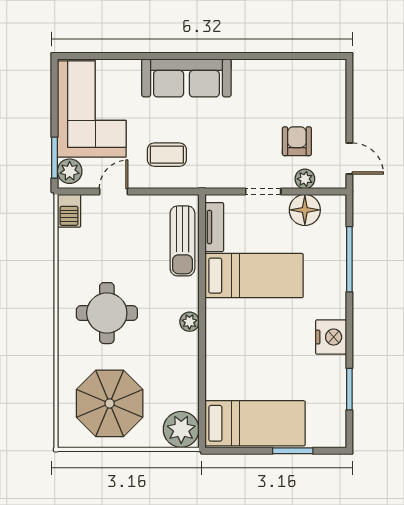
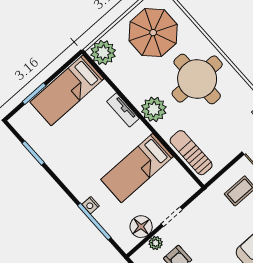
tv unit: (214, 227) -> (123, 110), moved
round table: (107, 313) -> (197, 79), width x1.36, depth x1.36
plant: (189, 322) -> (154, 109), width x1.87, depth x1.87
nightstand: (331, 337) -> (91, 205), moved, width x0.53, depth x0.56

